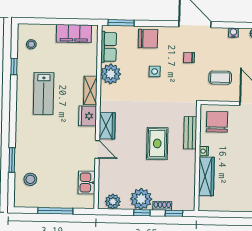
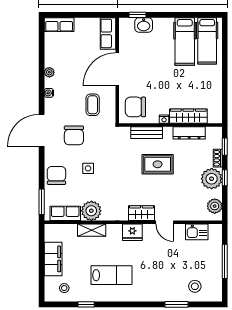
filing cabinet: (74, 34) -> (53, 259), moved
chair: (189, 58) -> (74, 135), width x1.87, depth x1.87
shelving: (90, 90) -> (92, 230), moved
door: (97, 149) -> (165, 222), swing flipped
dresser: (189, 177) -> (189, 133), added

